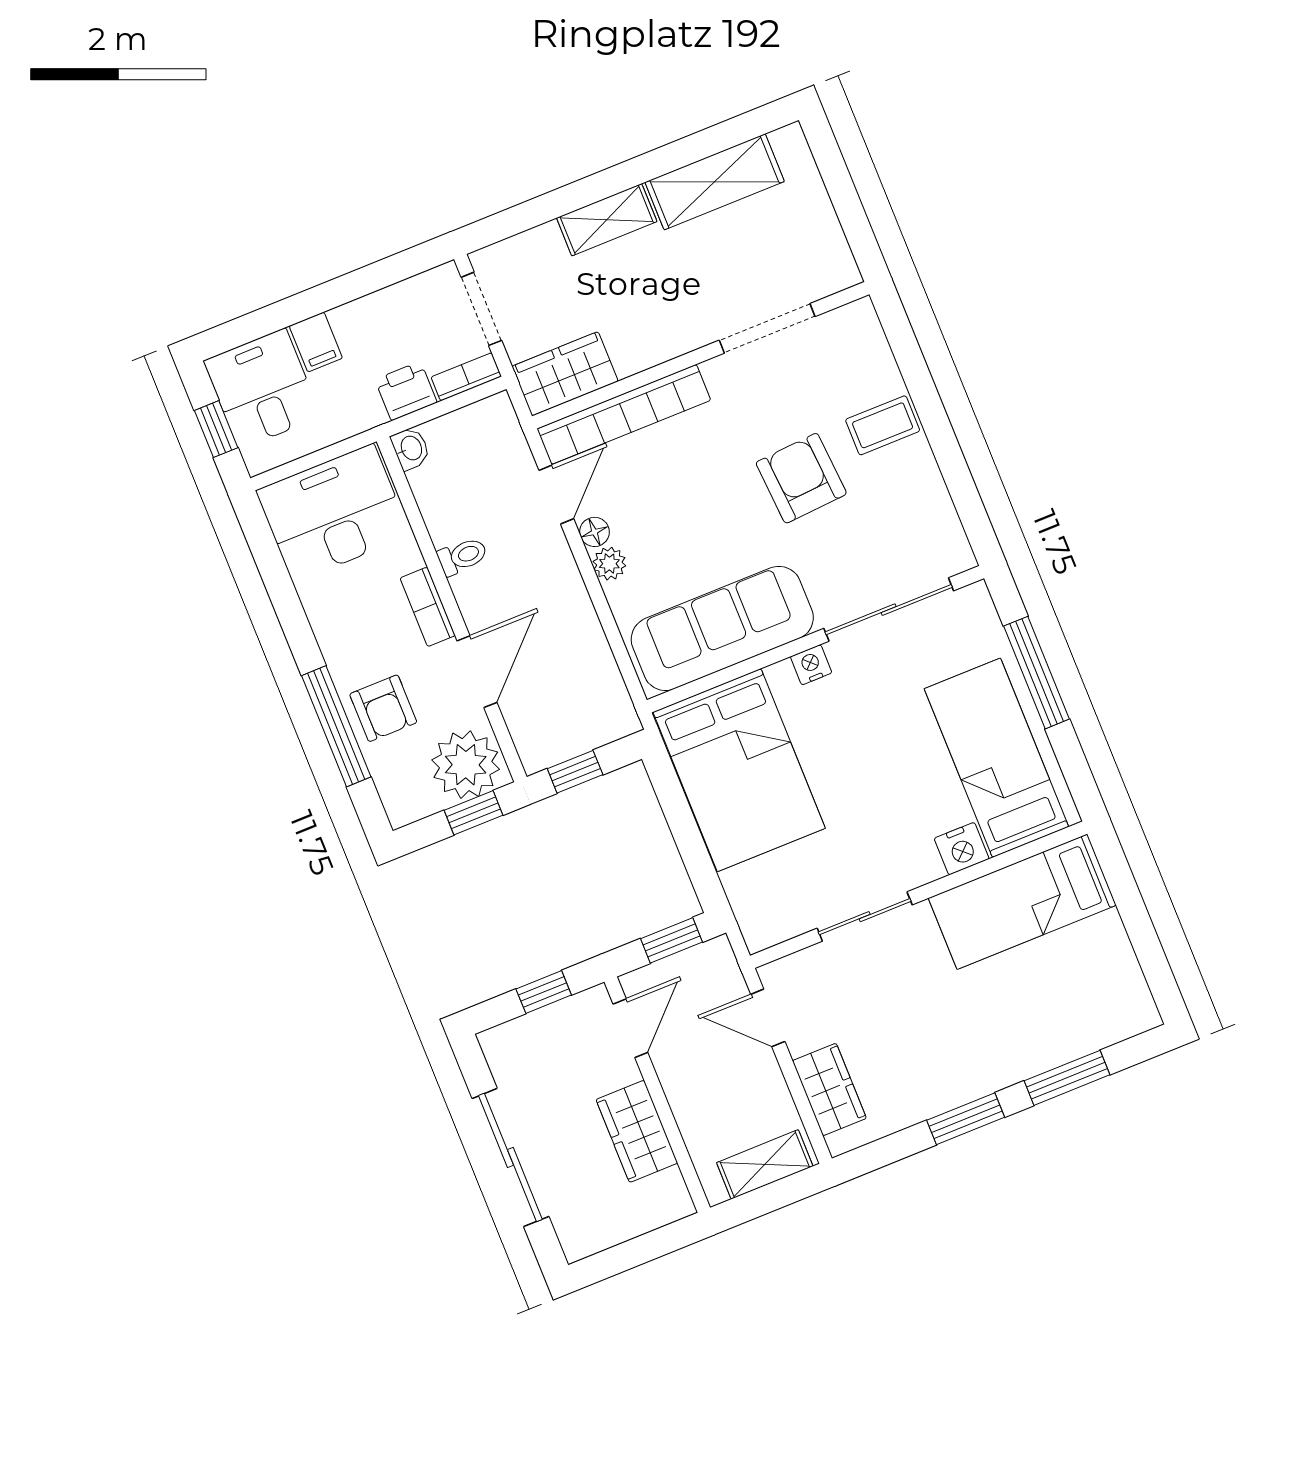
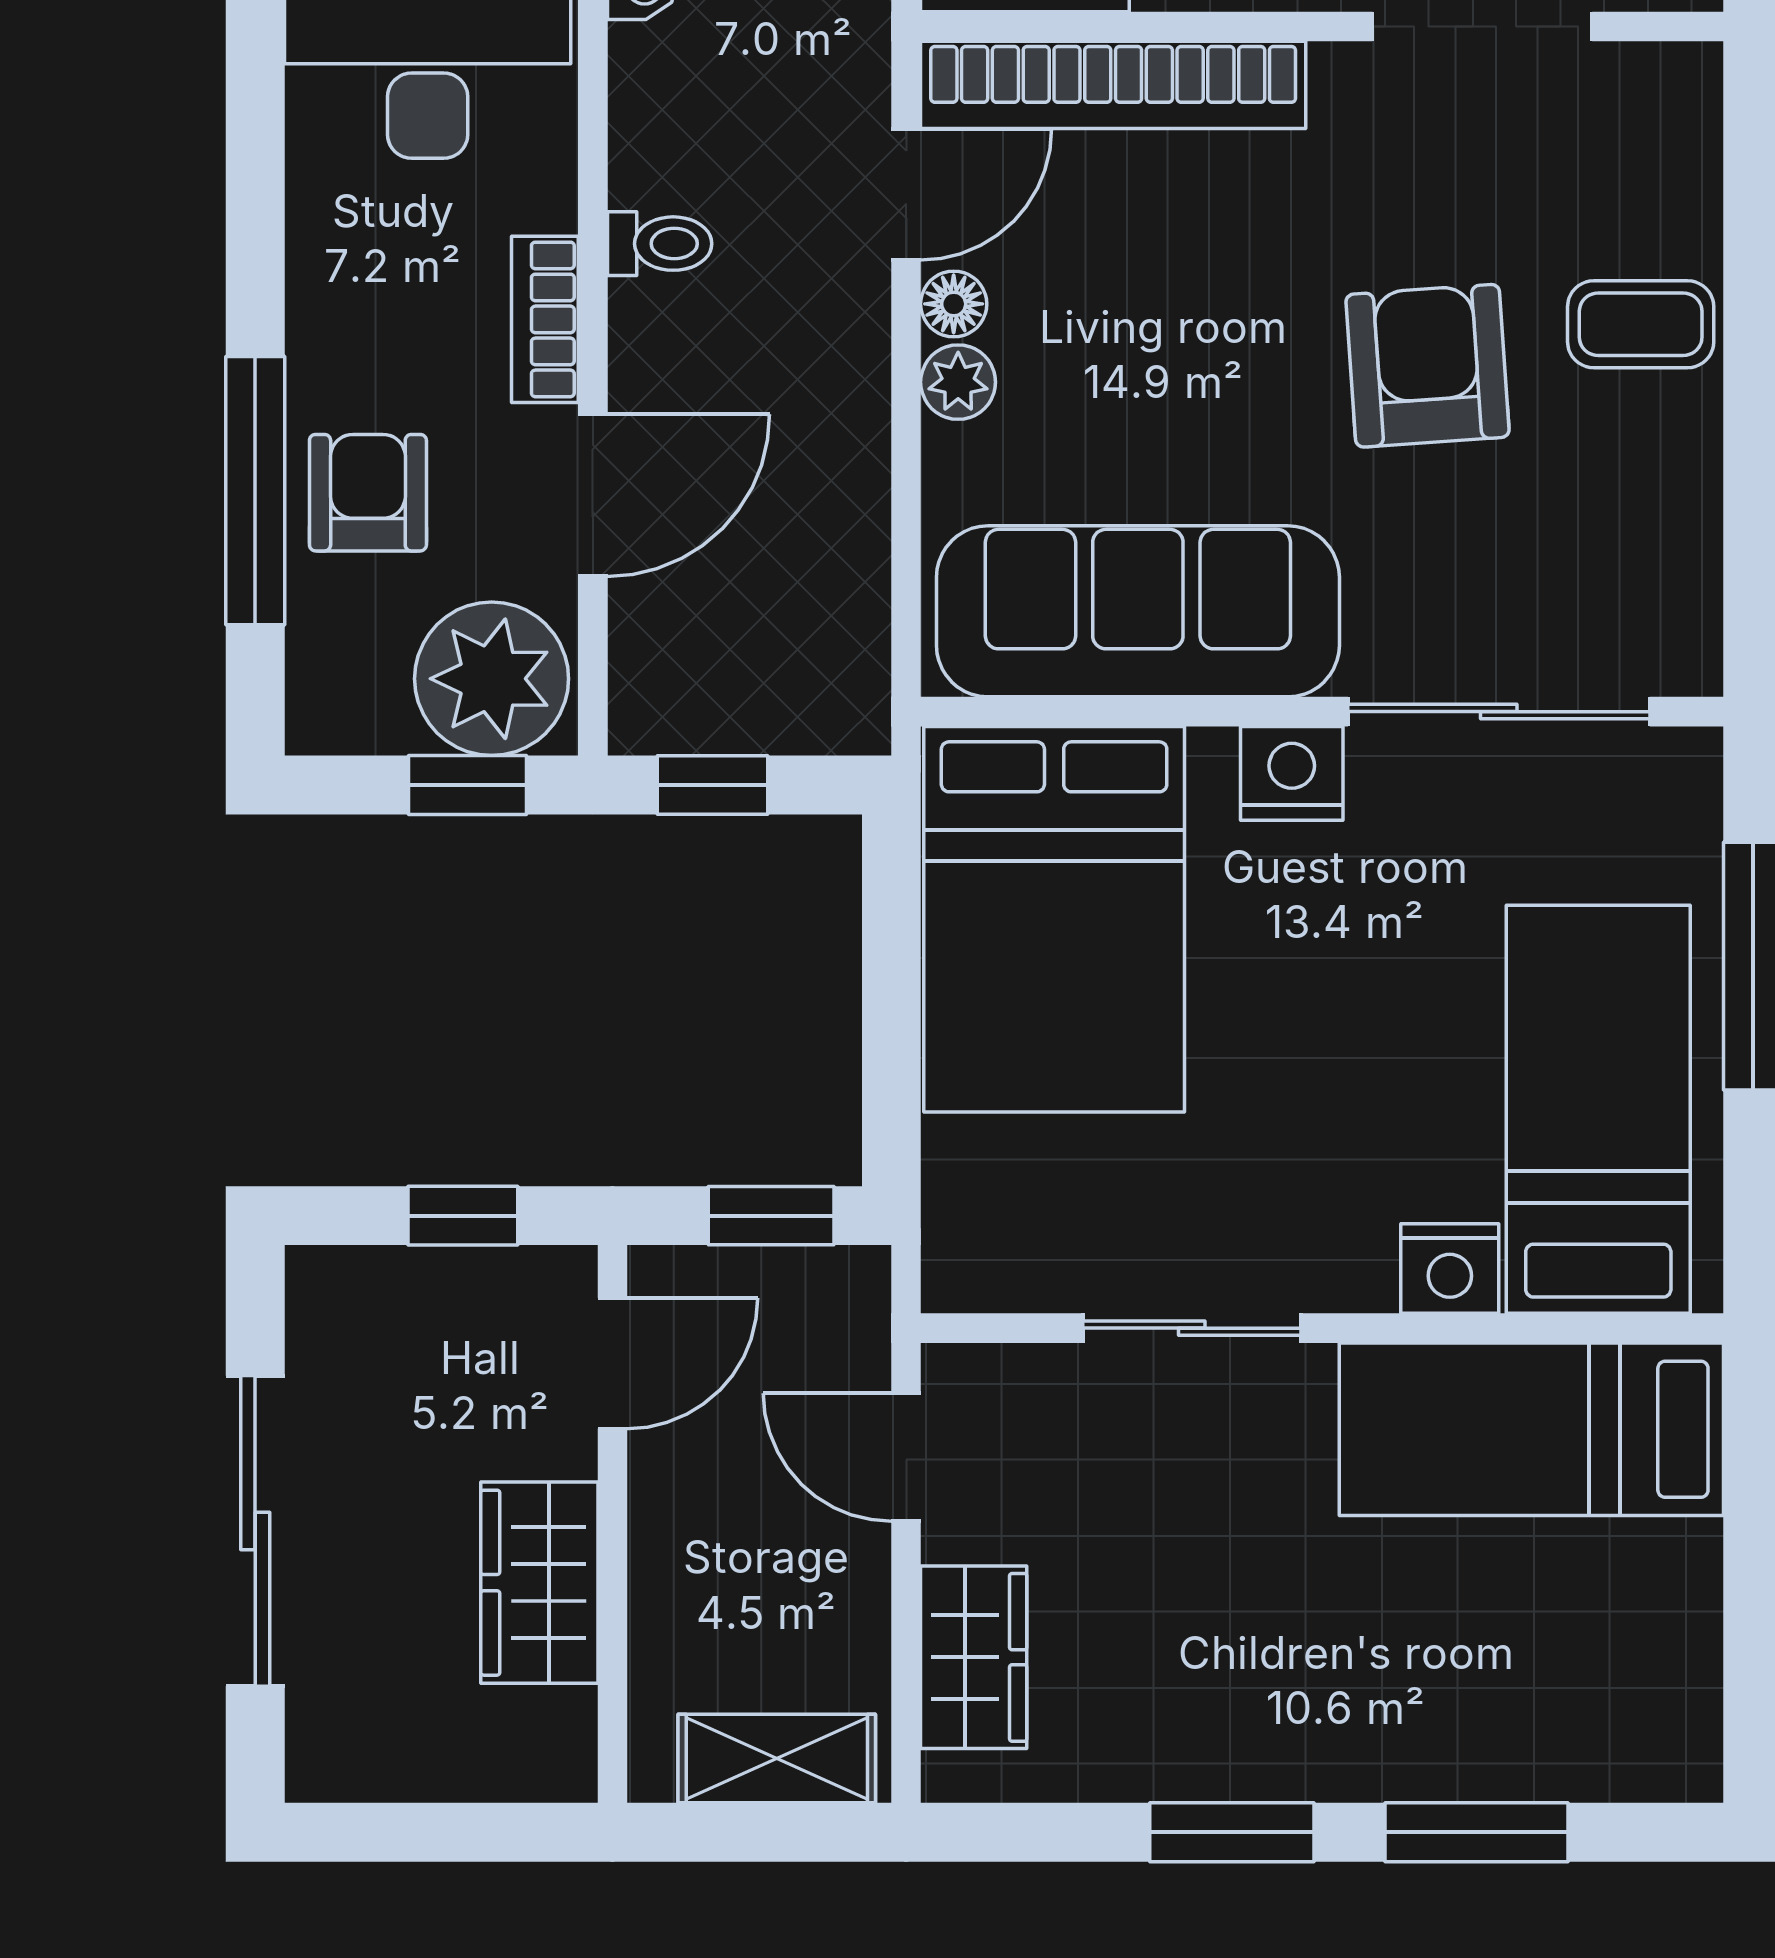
nightstand: (811, 665) -> (1292, 773), width x1.39, depth x1.35
armchair: (383, 708) -> (368, 493), turned 180

